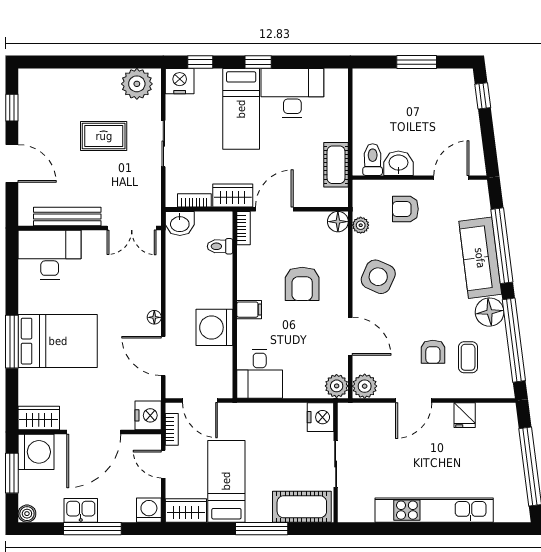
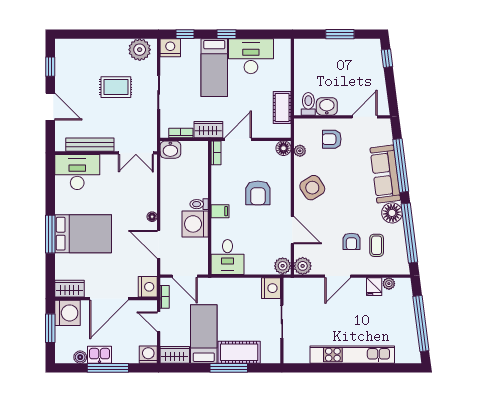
toilet: (220, 246) -> (199, 204), moved
side table: (378, 277) -> (312, 188), turned 34
plant: (485, 411) -> (389, 284), added
cot: (302, 507) -> (239, 352), moved
boiler: (27, 514) -> (80, 357), moved

